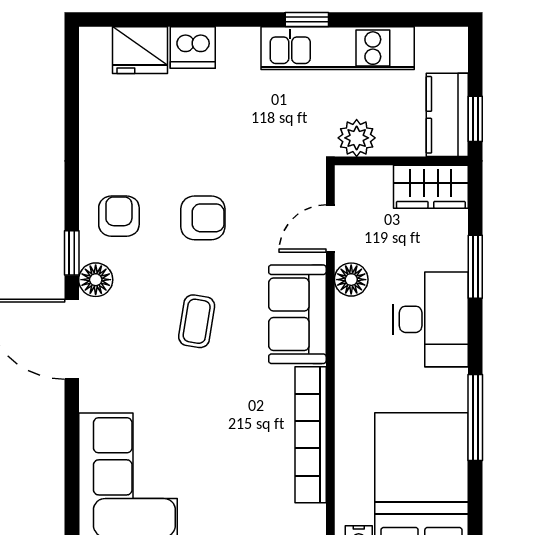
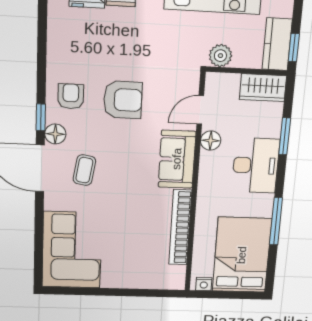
armchair: (203, 218) -> (123, 100), width x1.38, depth x1.38
coffee table: (197, 321) -> (84, 170), moved

